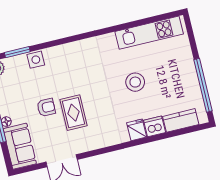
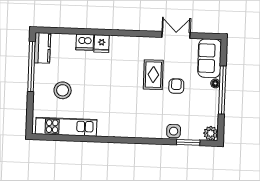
stool: (135, 82) -> (63, 90), moved
armchair: (46, 107) -> (176, 86), turned 90
kitchen counter: (181, 120) -> (42, 48), moved, turned -90

